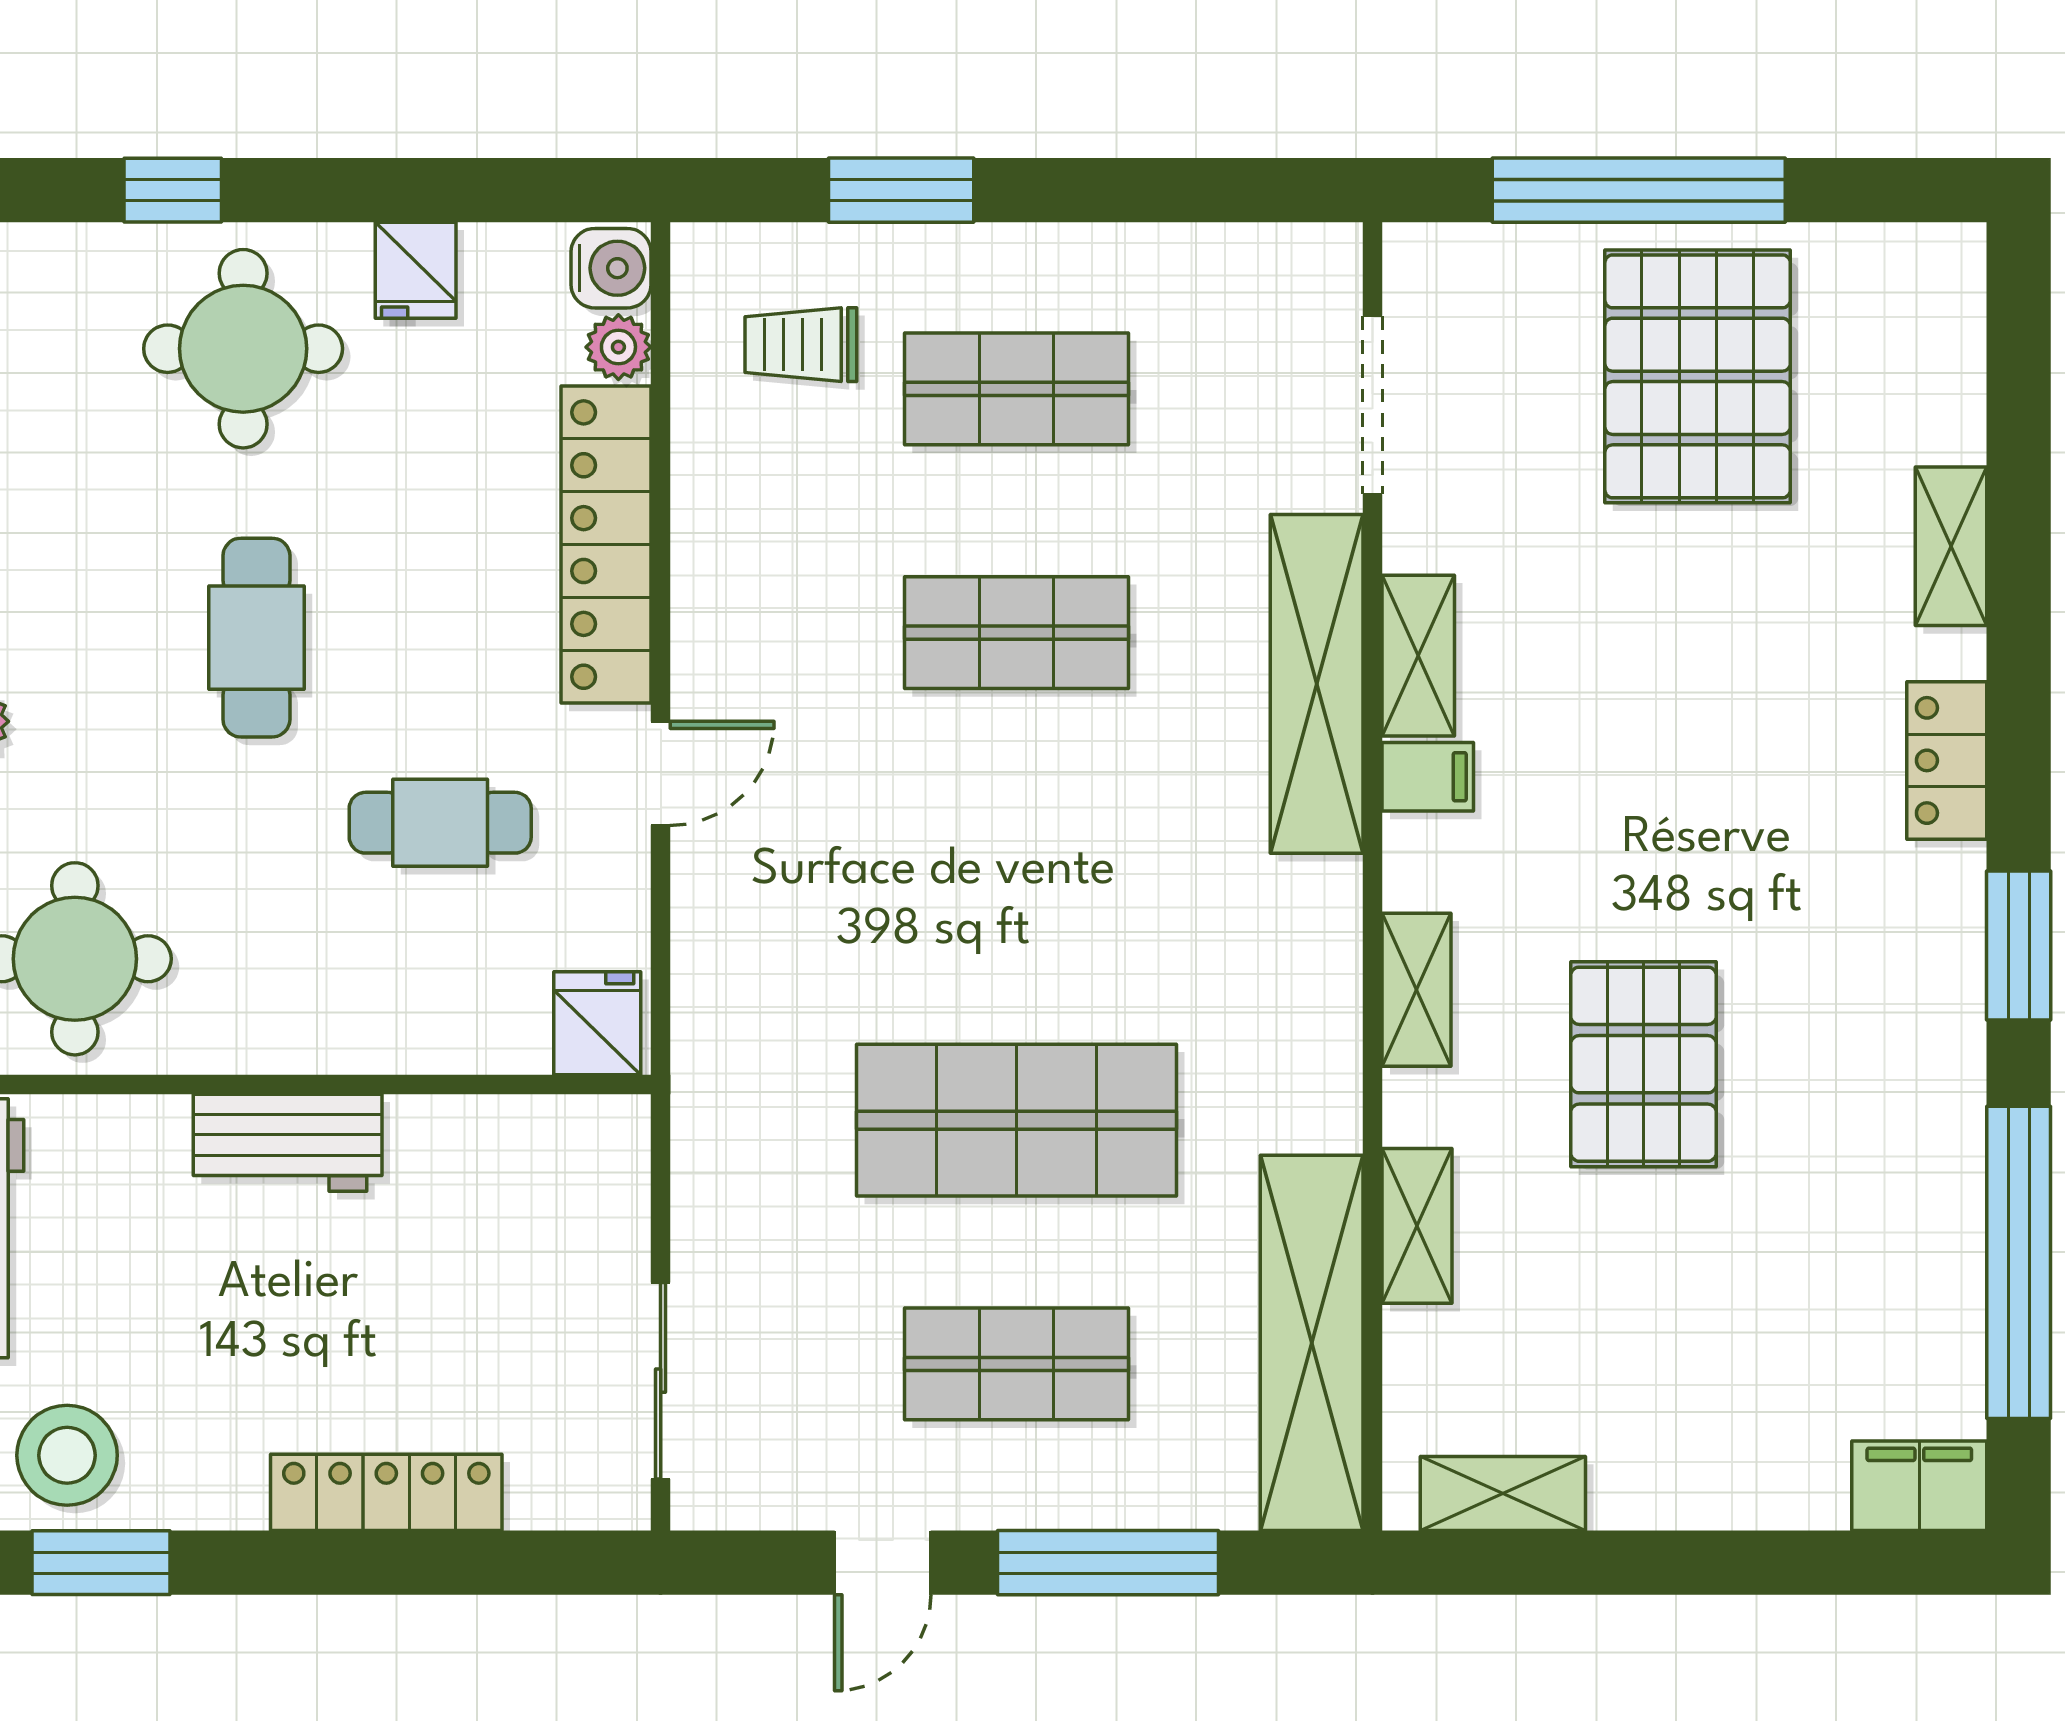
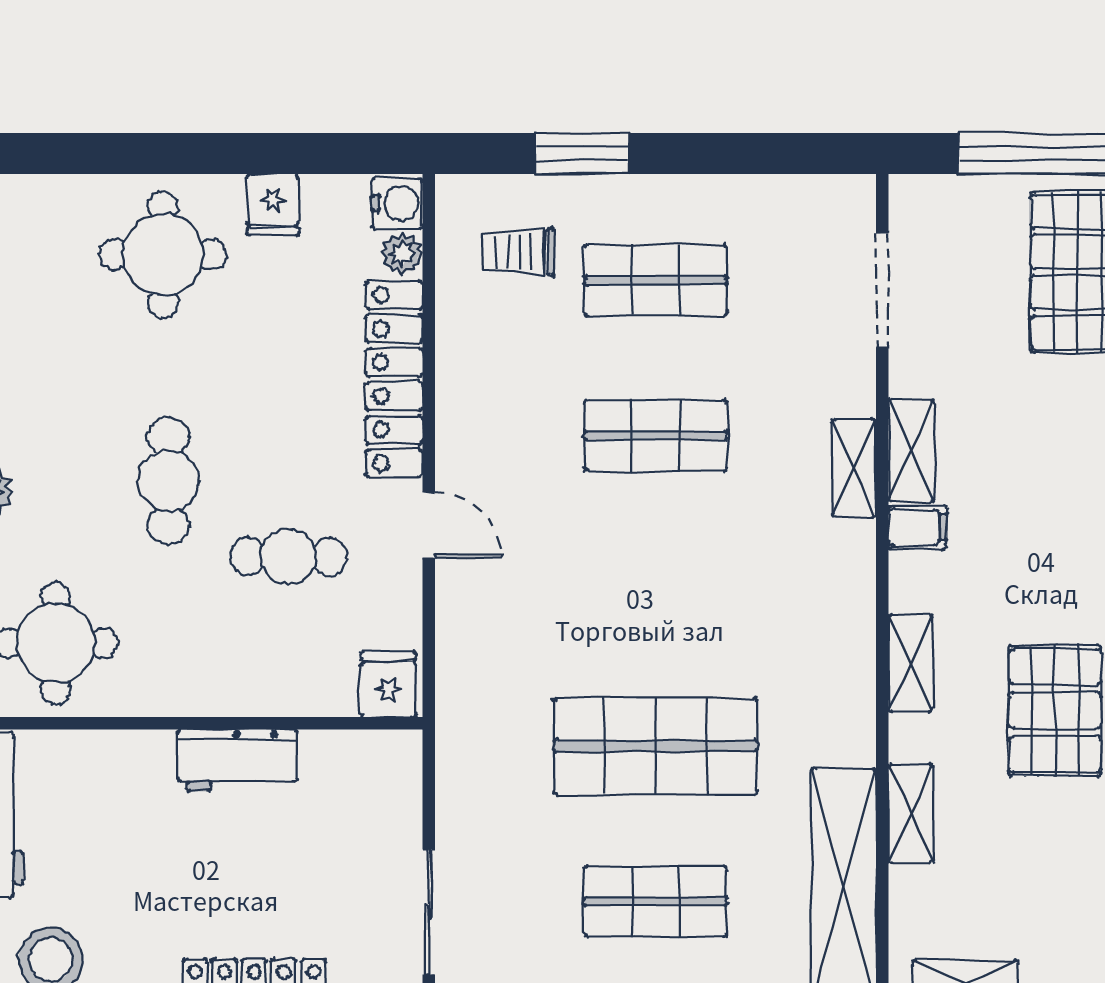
window: (173, 190) -> (118, 154), removed
cafe table: (256, 638) -> (168, 481), moved
shelving: (1317, 684) -> (854, 468), width x0.45, depth x0.75
door: (661, 773) -> (429, 525), hinge flipped
workbench: (288, 1143) -> (237, 760), moved

